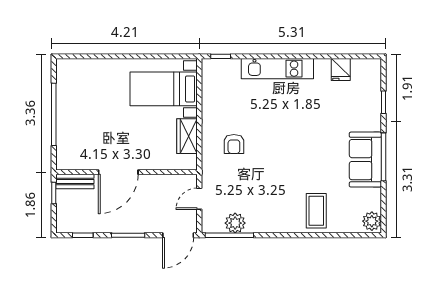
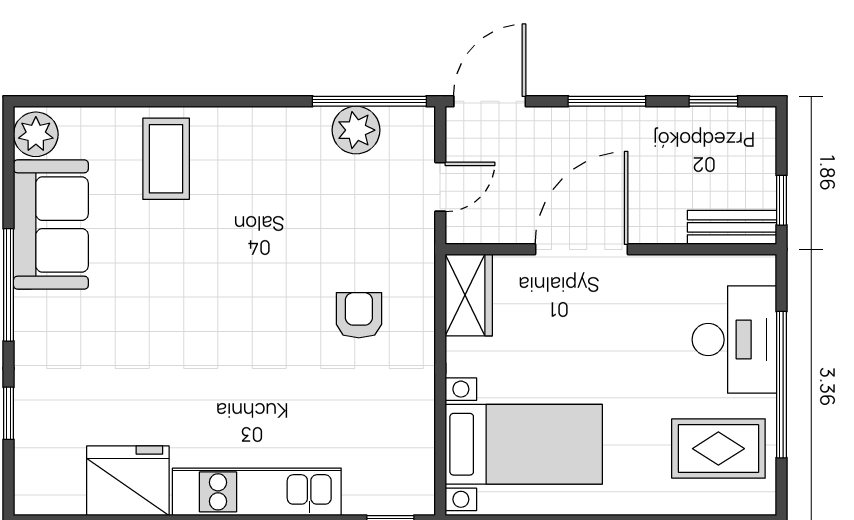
fridge: (341, 70) -> (128, 481), width x1.88, depth x1.34
rug: (81, 87) -> (718, 449), added
desk: (74, 134) -> (734, 340), added
wardrobe: (187, 136) -> (469, 295), moved
sofa: (365, 160) -> (51, 225), moved
door: (118, 172) -> (582, 249), moved

